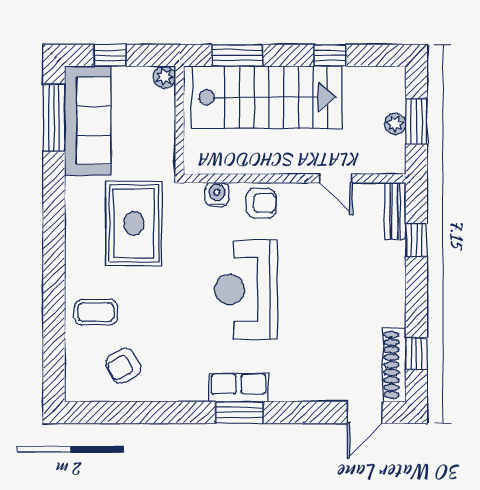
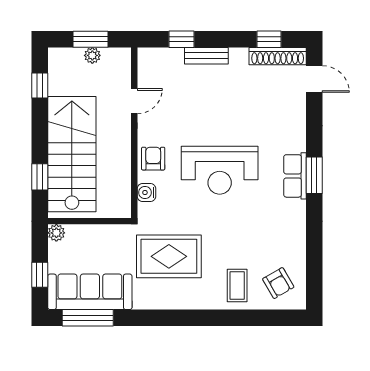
window: (237, 55) -> (40, 177), width x0.67
window: (330, 55) -> (40, 86), moved
bench: (395, 211) -> (206, 56), moved
armchair: (123, 366) -> (278, 283), moved

